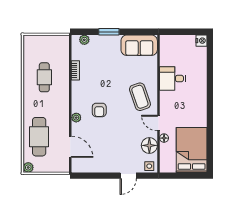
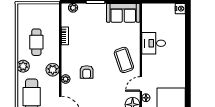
plant: (30, 104) -> (23, 66), added
plant: (62, 107) -> (53, 70), added
door: (159, 123) -> (141, 84), hinge flipped

